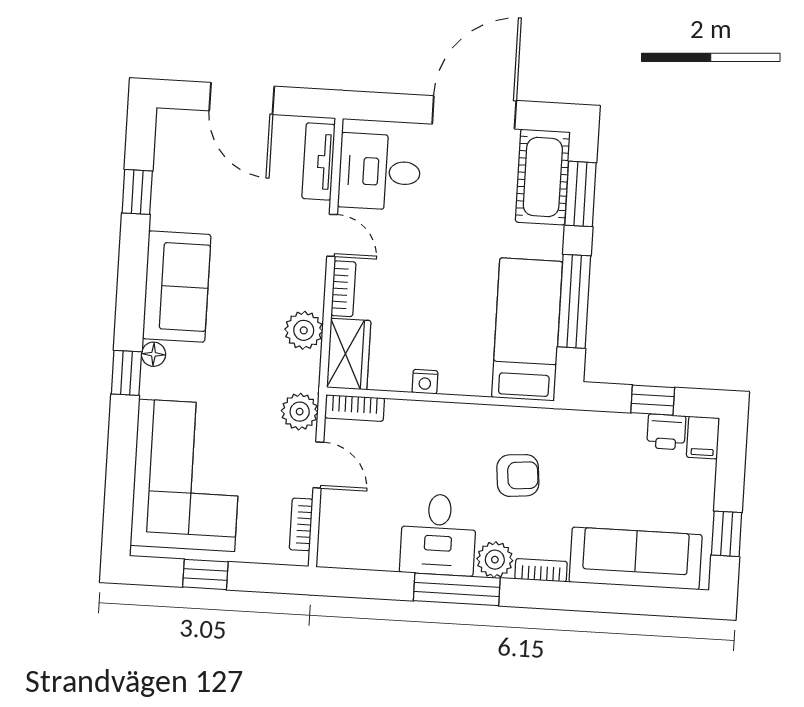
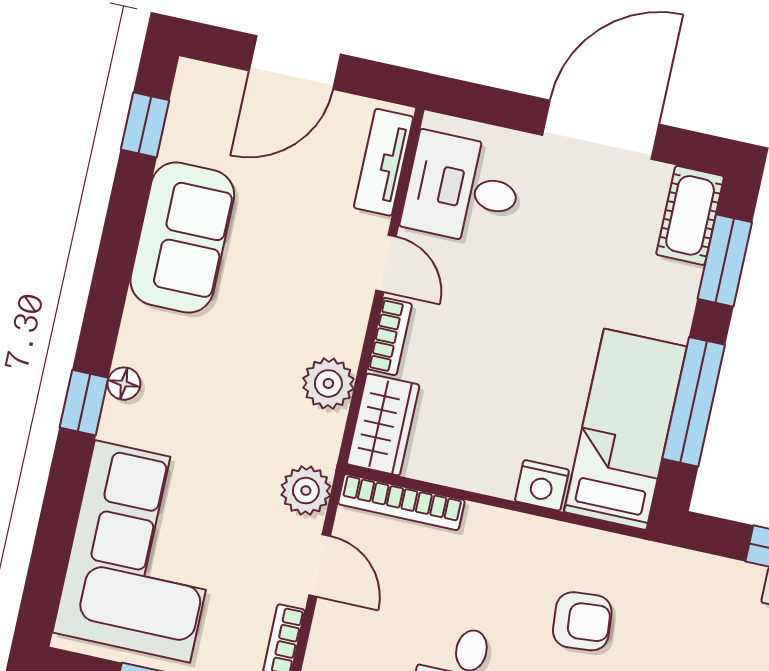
door: (242, 99) -> (295, 62), hinge flipped
cot: (543, 177) -> (690, 215), width x0.73, depth x0.75
window: (137, 192) -> (145, 125), moved
sofa: (177, 287) -> (182, 238), moved
nightstand: (425, 382) -> (542, 485), moved, width x1.39, depth x1.35
bookcase: (355, 408) -> (401, 502), width x1.56

